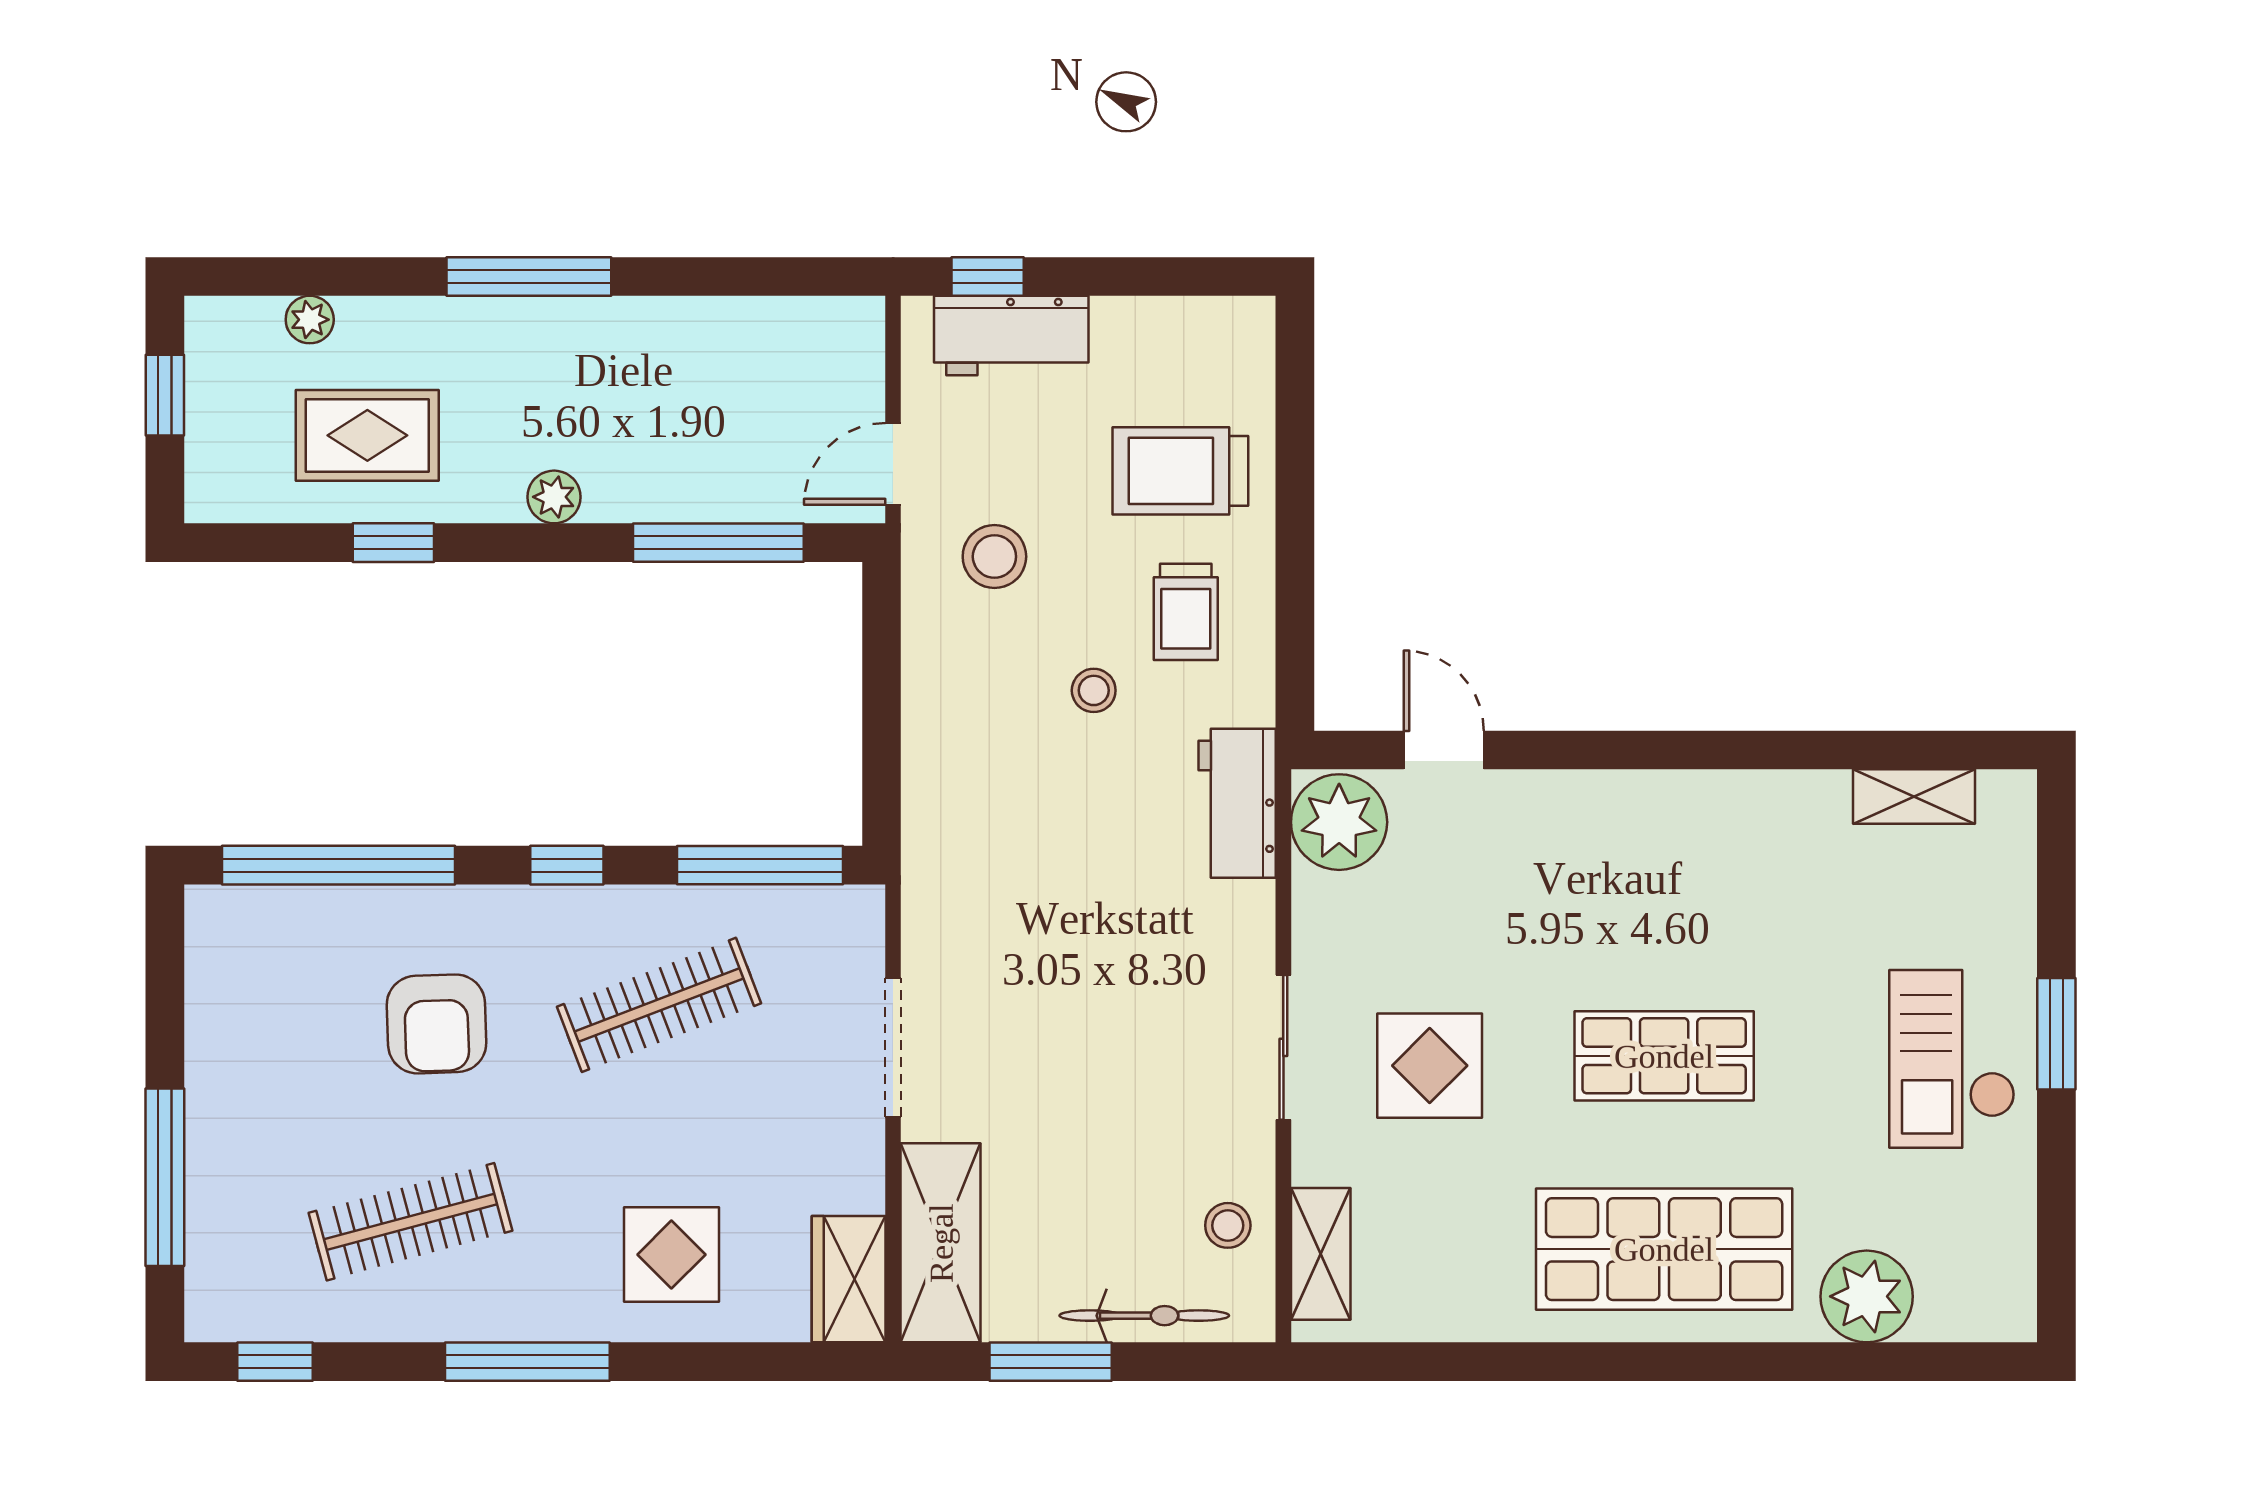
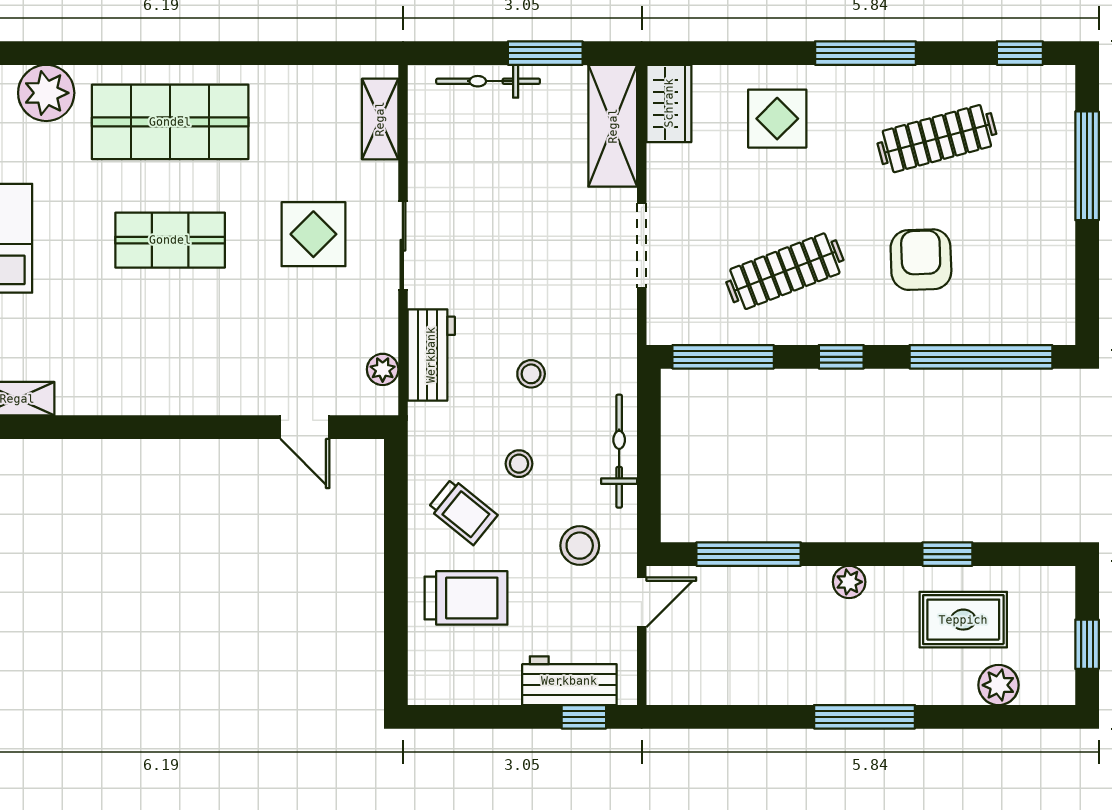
plant: (310, 320) -> (999, 685), width x1.38, depth x1.38
trolley: (1186, 612) -> (463, 512), turned 129
bicycle: (930, 711) -> (619, 451), added
workbench: (1237, 803) -> (431, 355), moved
plant: (1339, 822) -> (383, 369), width x0.53, depth x0.53
stool: (1228, 1225) -> (531, 374), moved

